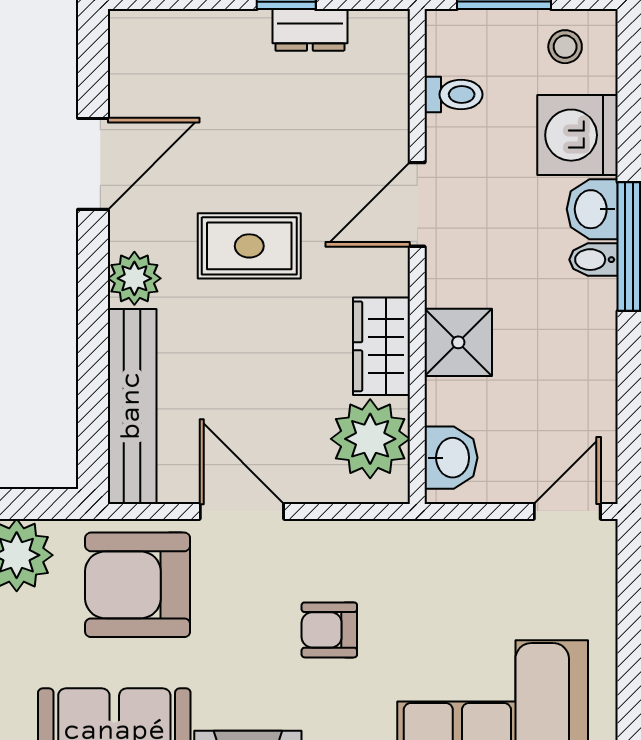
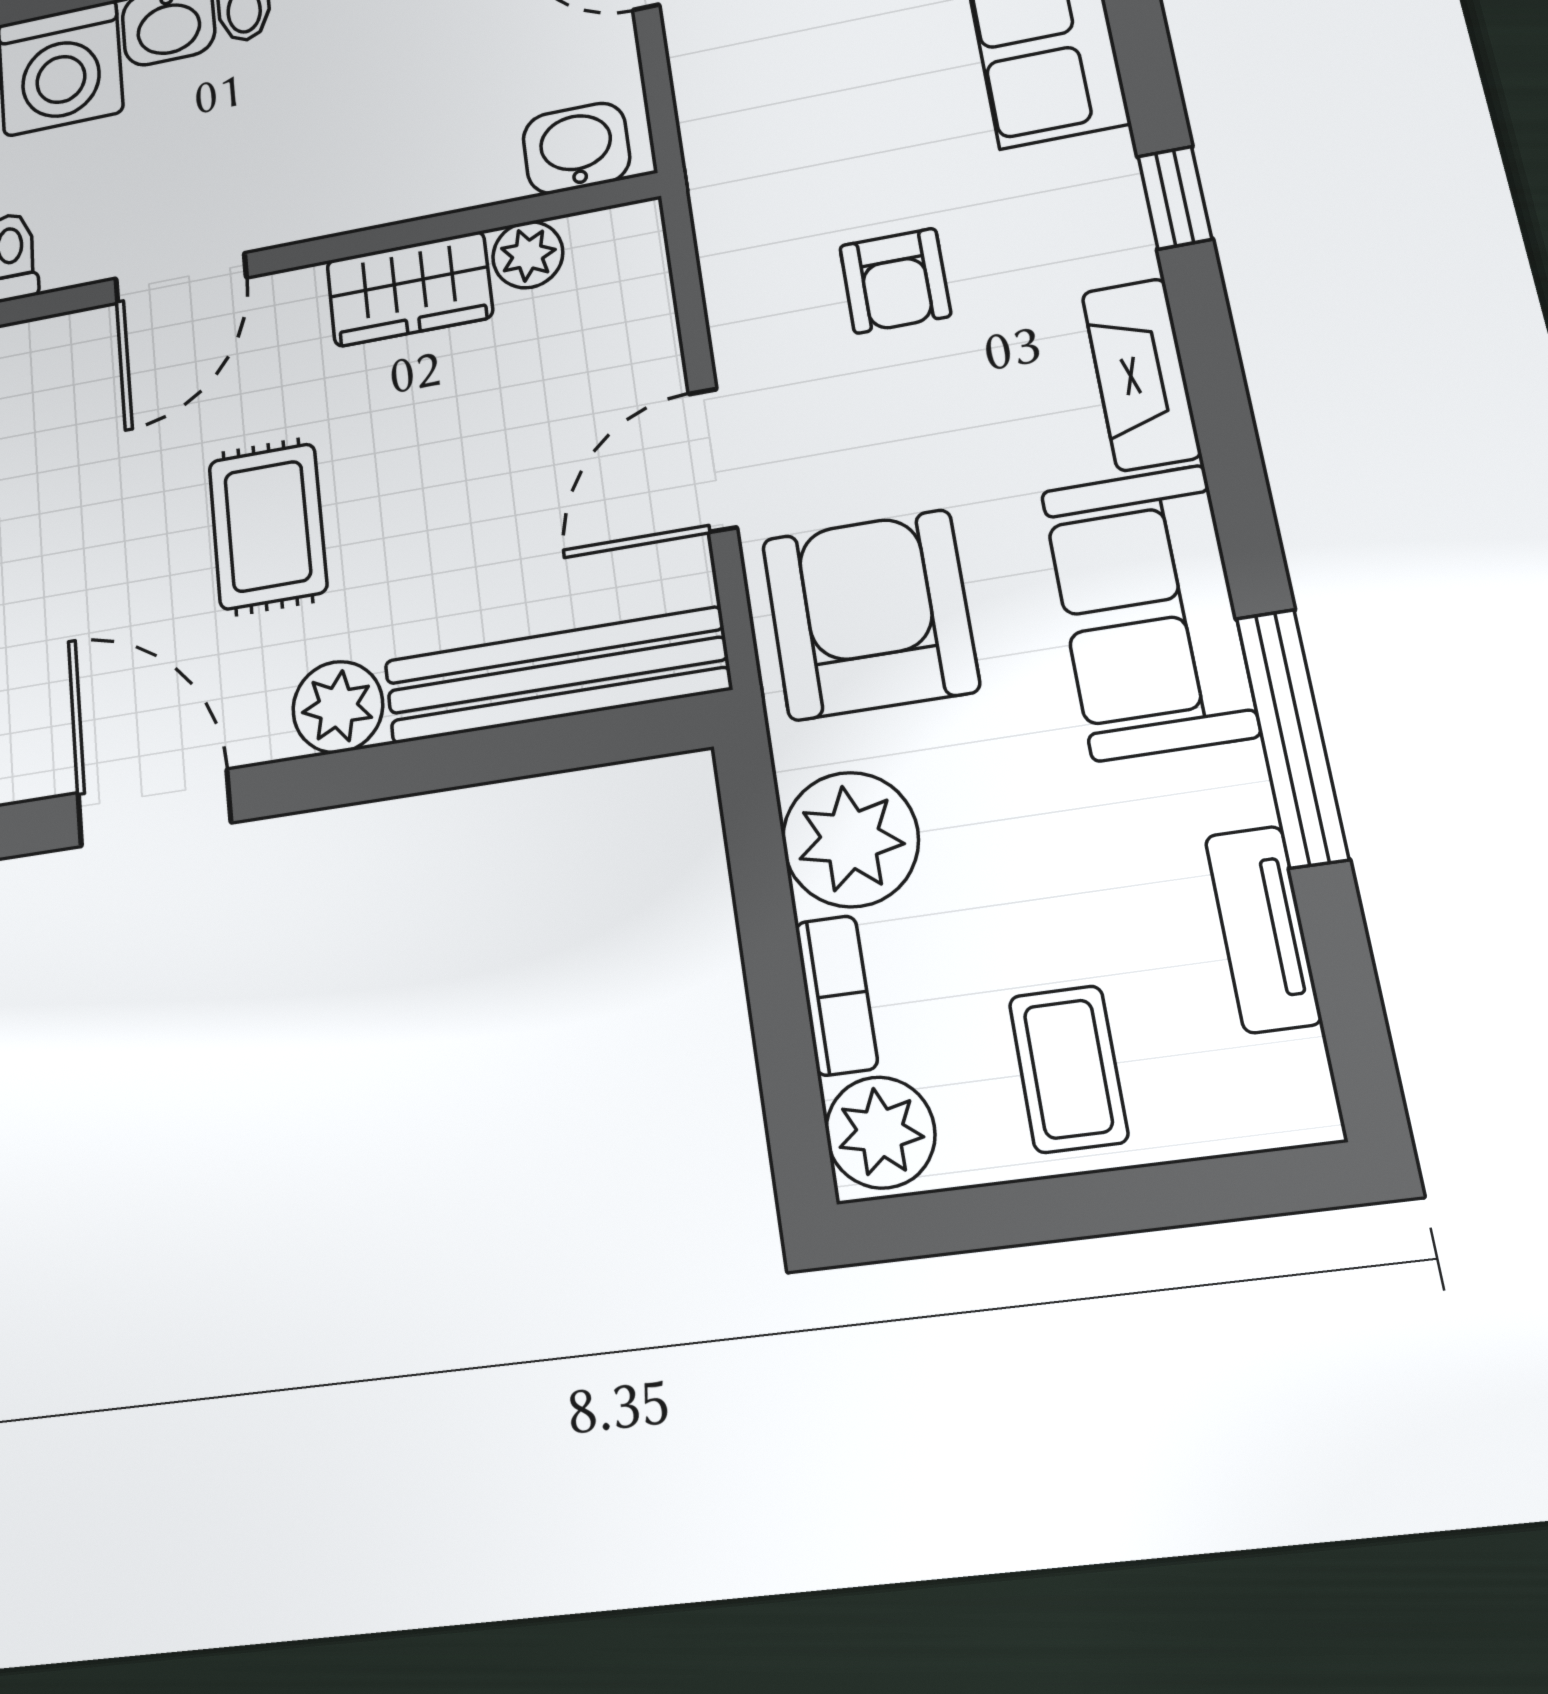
door: (417, 204) -> (181, 278), hinge flipped
shower: (458, 342) -> (390, 174), removed
plant: (370, 439) -> (528, 255), width x0.53, depth x0.53
armchair: (138, 585) -> (870, 615), turned 180

